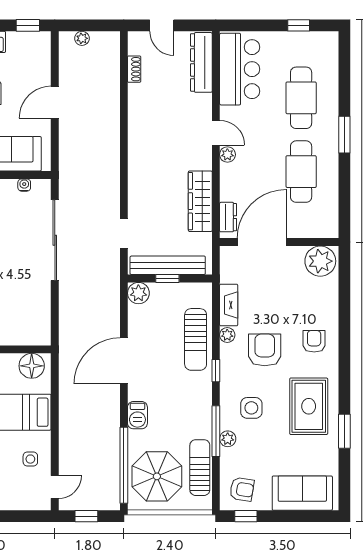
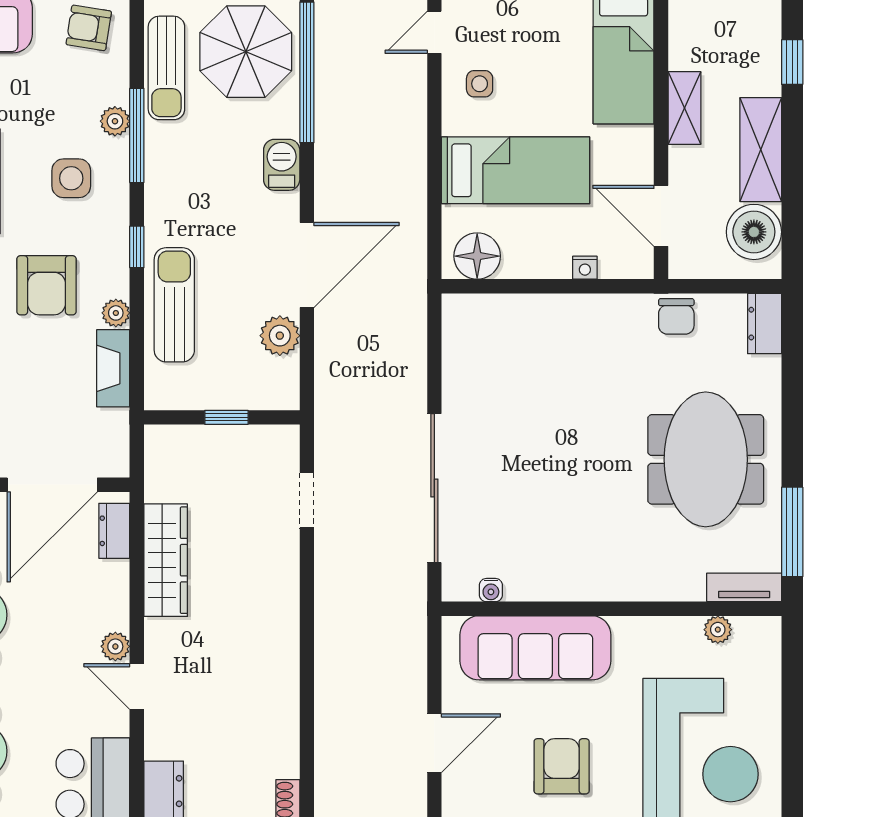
bench: (168, 265) -> (226, 442), removed
plant: (138, 293) -> (280, 336), moved

